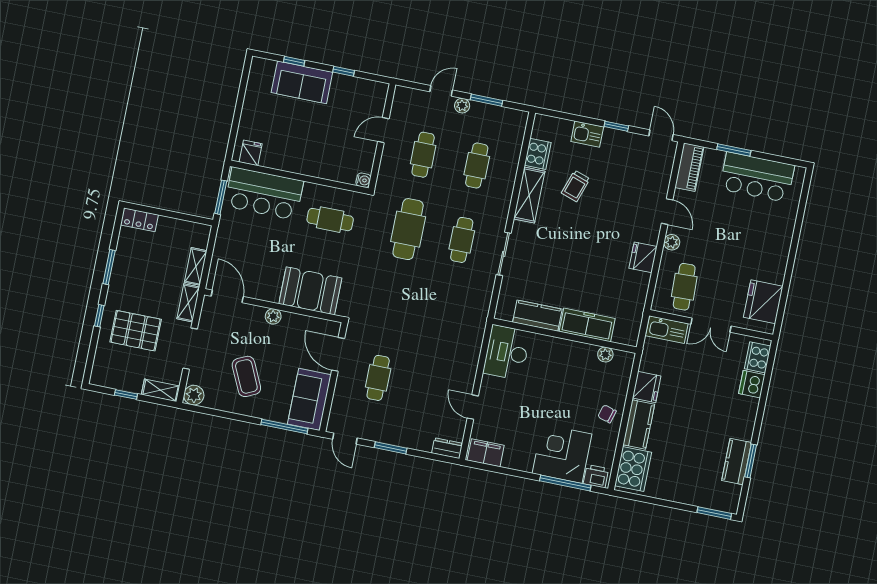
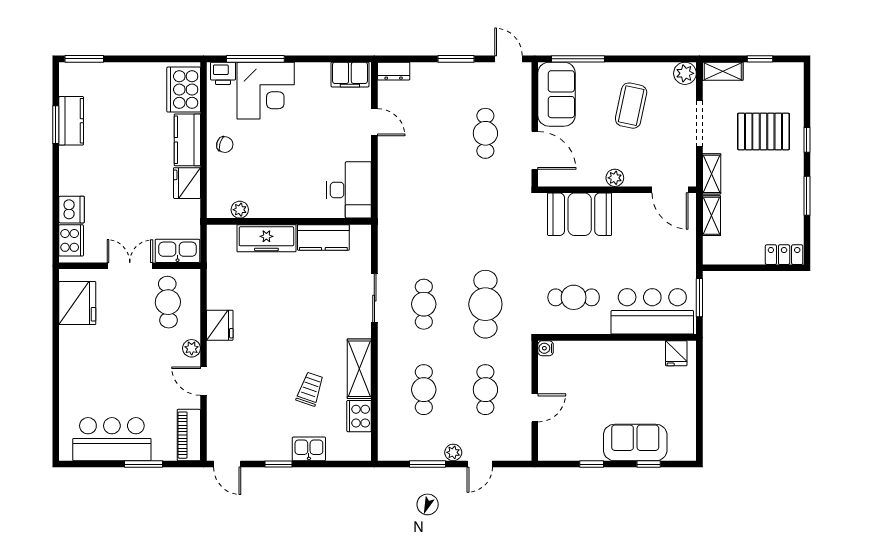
coffee table: (246, 376) -> (631, 106), turned 37

